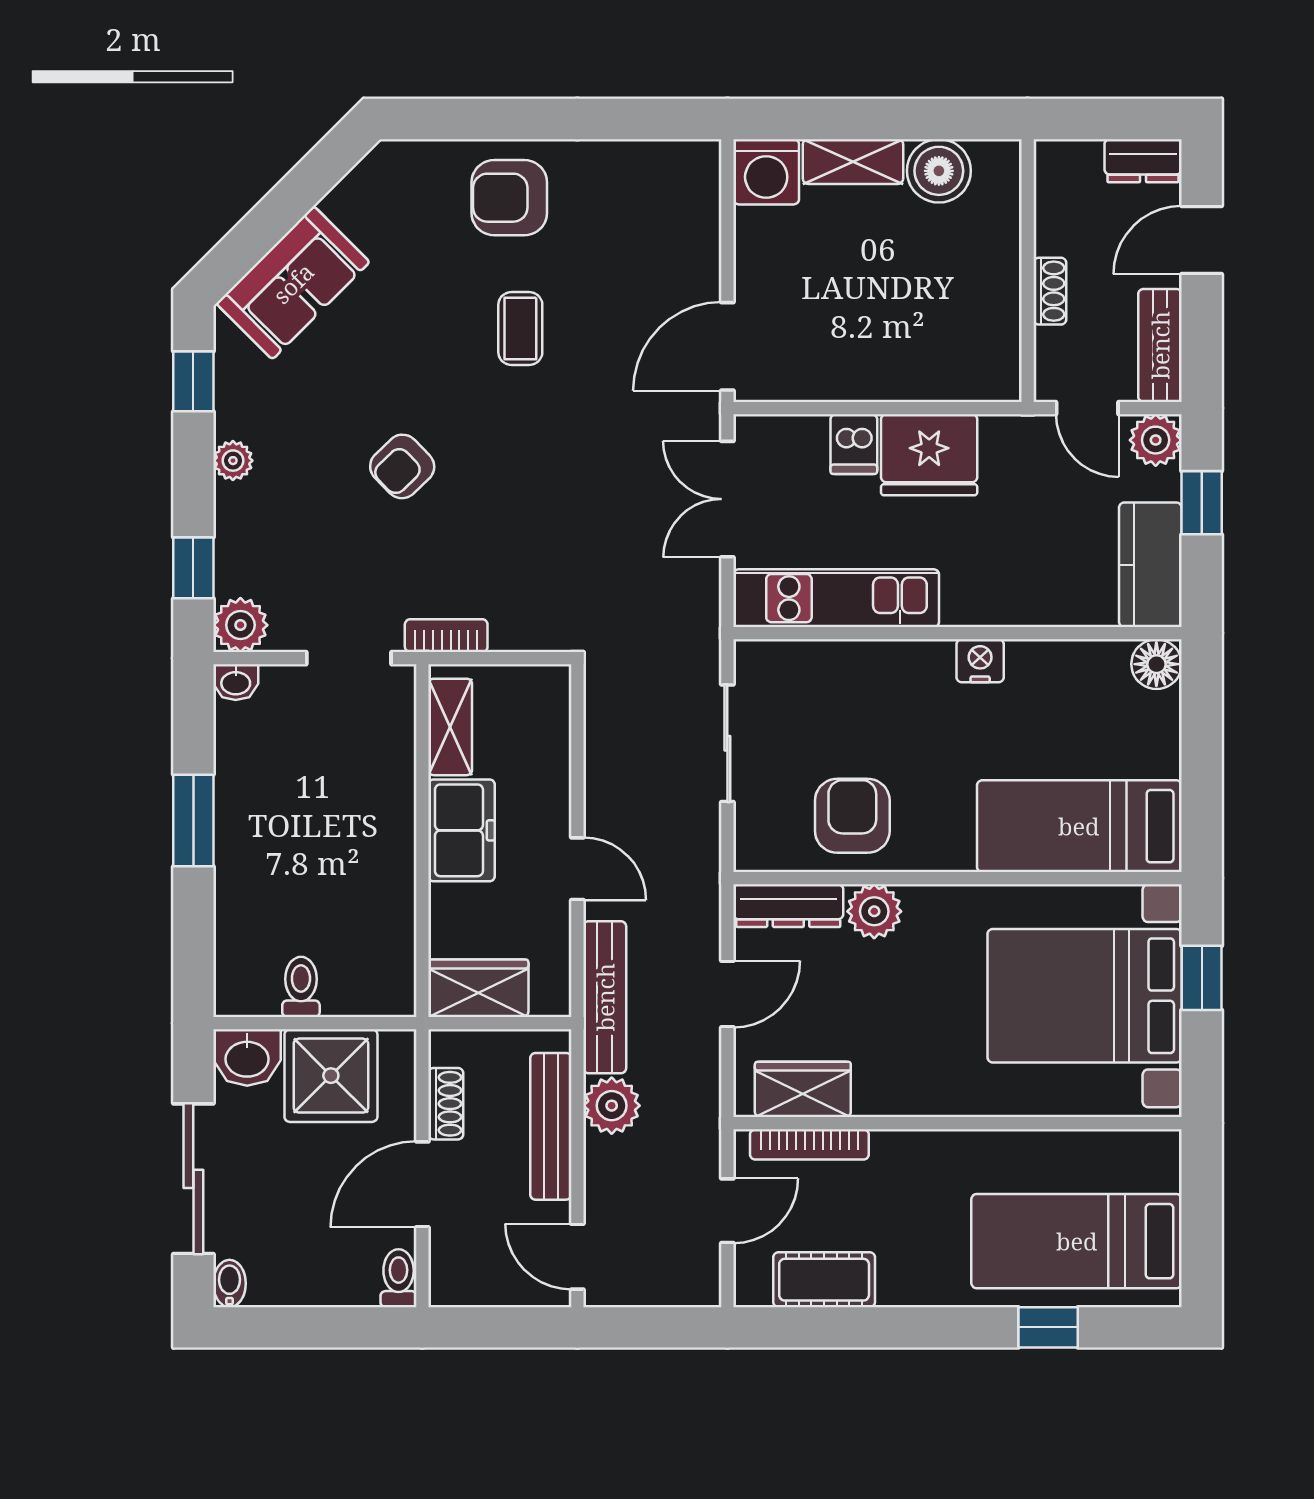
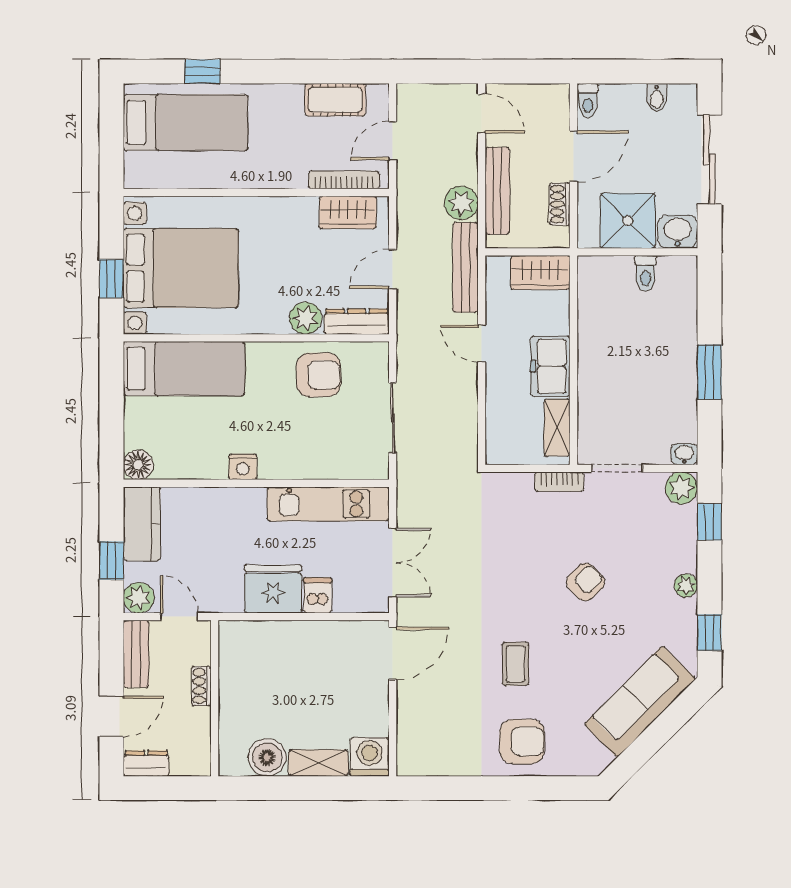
sofa: (293, 283) -> (640, 702), width x1.36
armchair: (852, 816) -> (319, 375), turned -90
bidet: (229, 1284) -> (657, 97), moved

